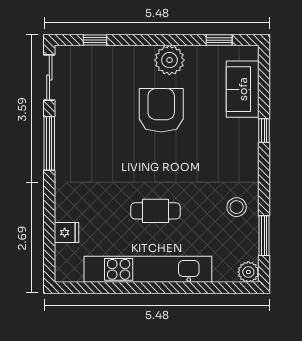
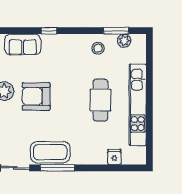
coffee table: (74, 132) -> (50, 152), added
cafe table: (155, 211) -> (100, 100), width x1.37, depth x1.35
plant: (248, 272) -> (124, 41), moved

